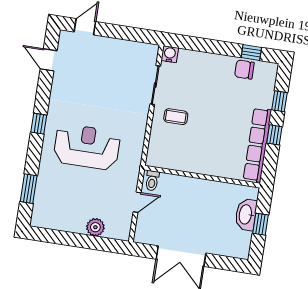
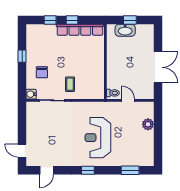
window: (251, 52) -> (22, 56), moved
chair: (244, 69) -> (42, 72), moved

